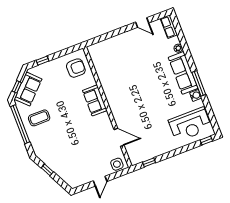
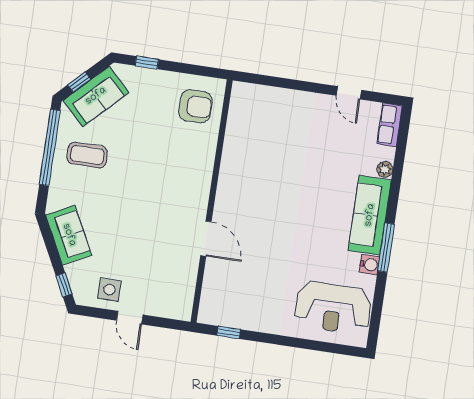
sofa: (95, 100) -> (69, 235), moved, turned 153
door: (119, 137) -> (206, 239), moved
window: (206, 140) -> (345, 350), removed
side table: (117, 164) -> (109, 290), moved
window: (47, 170) -> (64, 285), moved
door: (100, 181) -> (130, 318), hinge flipped

